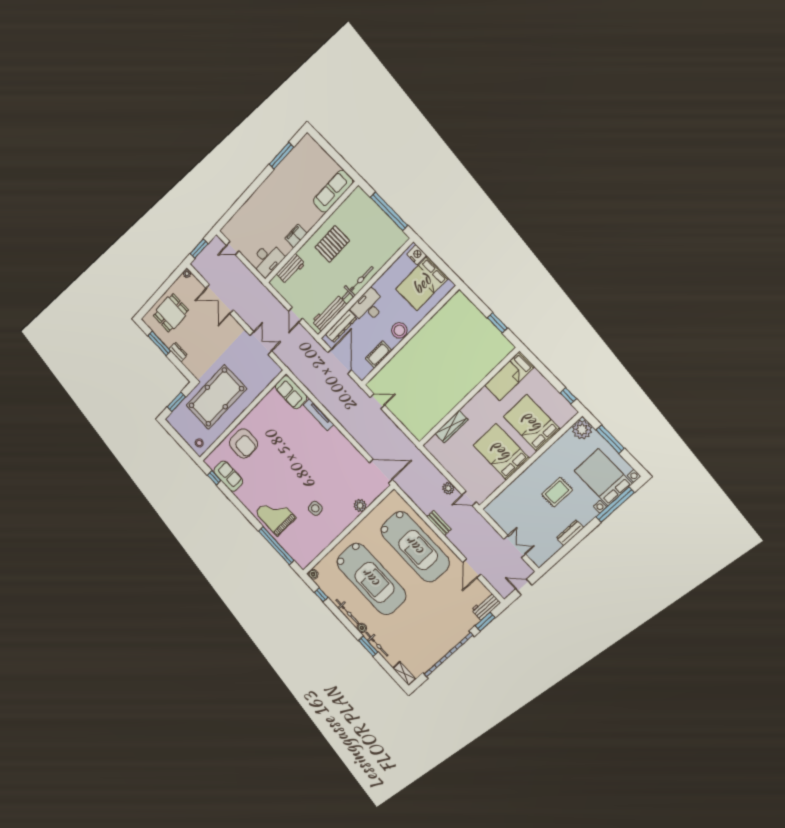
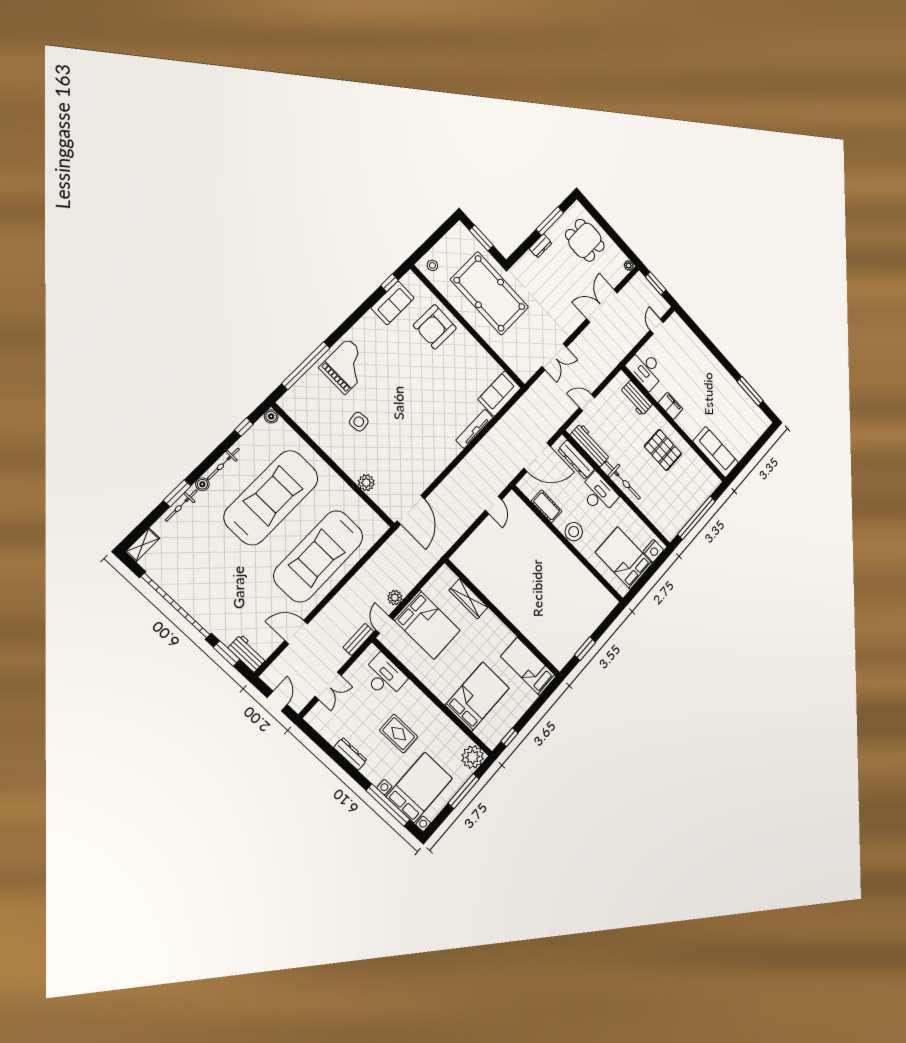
bed: (501, 452) -> (427, 625), moved, turned 90
desk: (510, 501) -> (384, 676), added
bench: (439, 523) -> (358, 639), moved
car: (371, 579) -> (271, 498), turned 180

